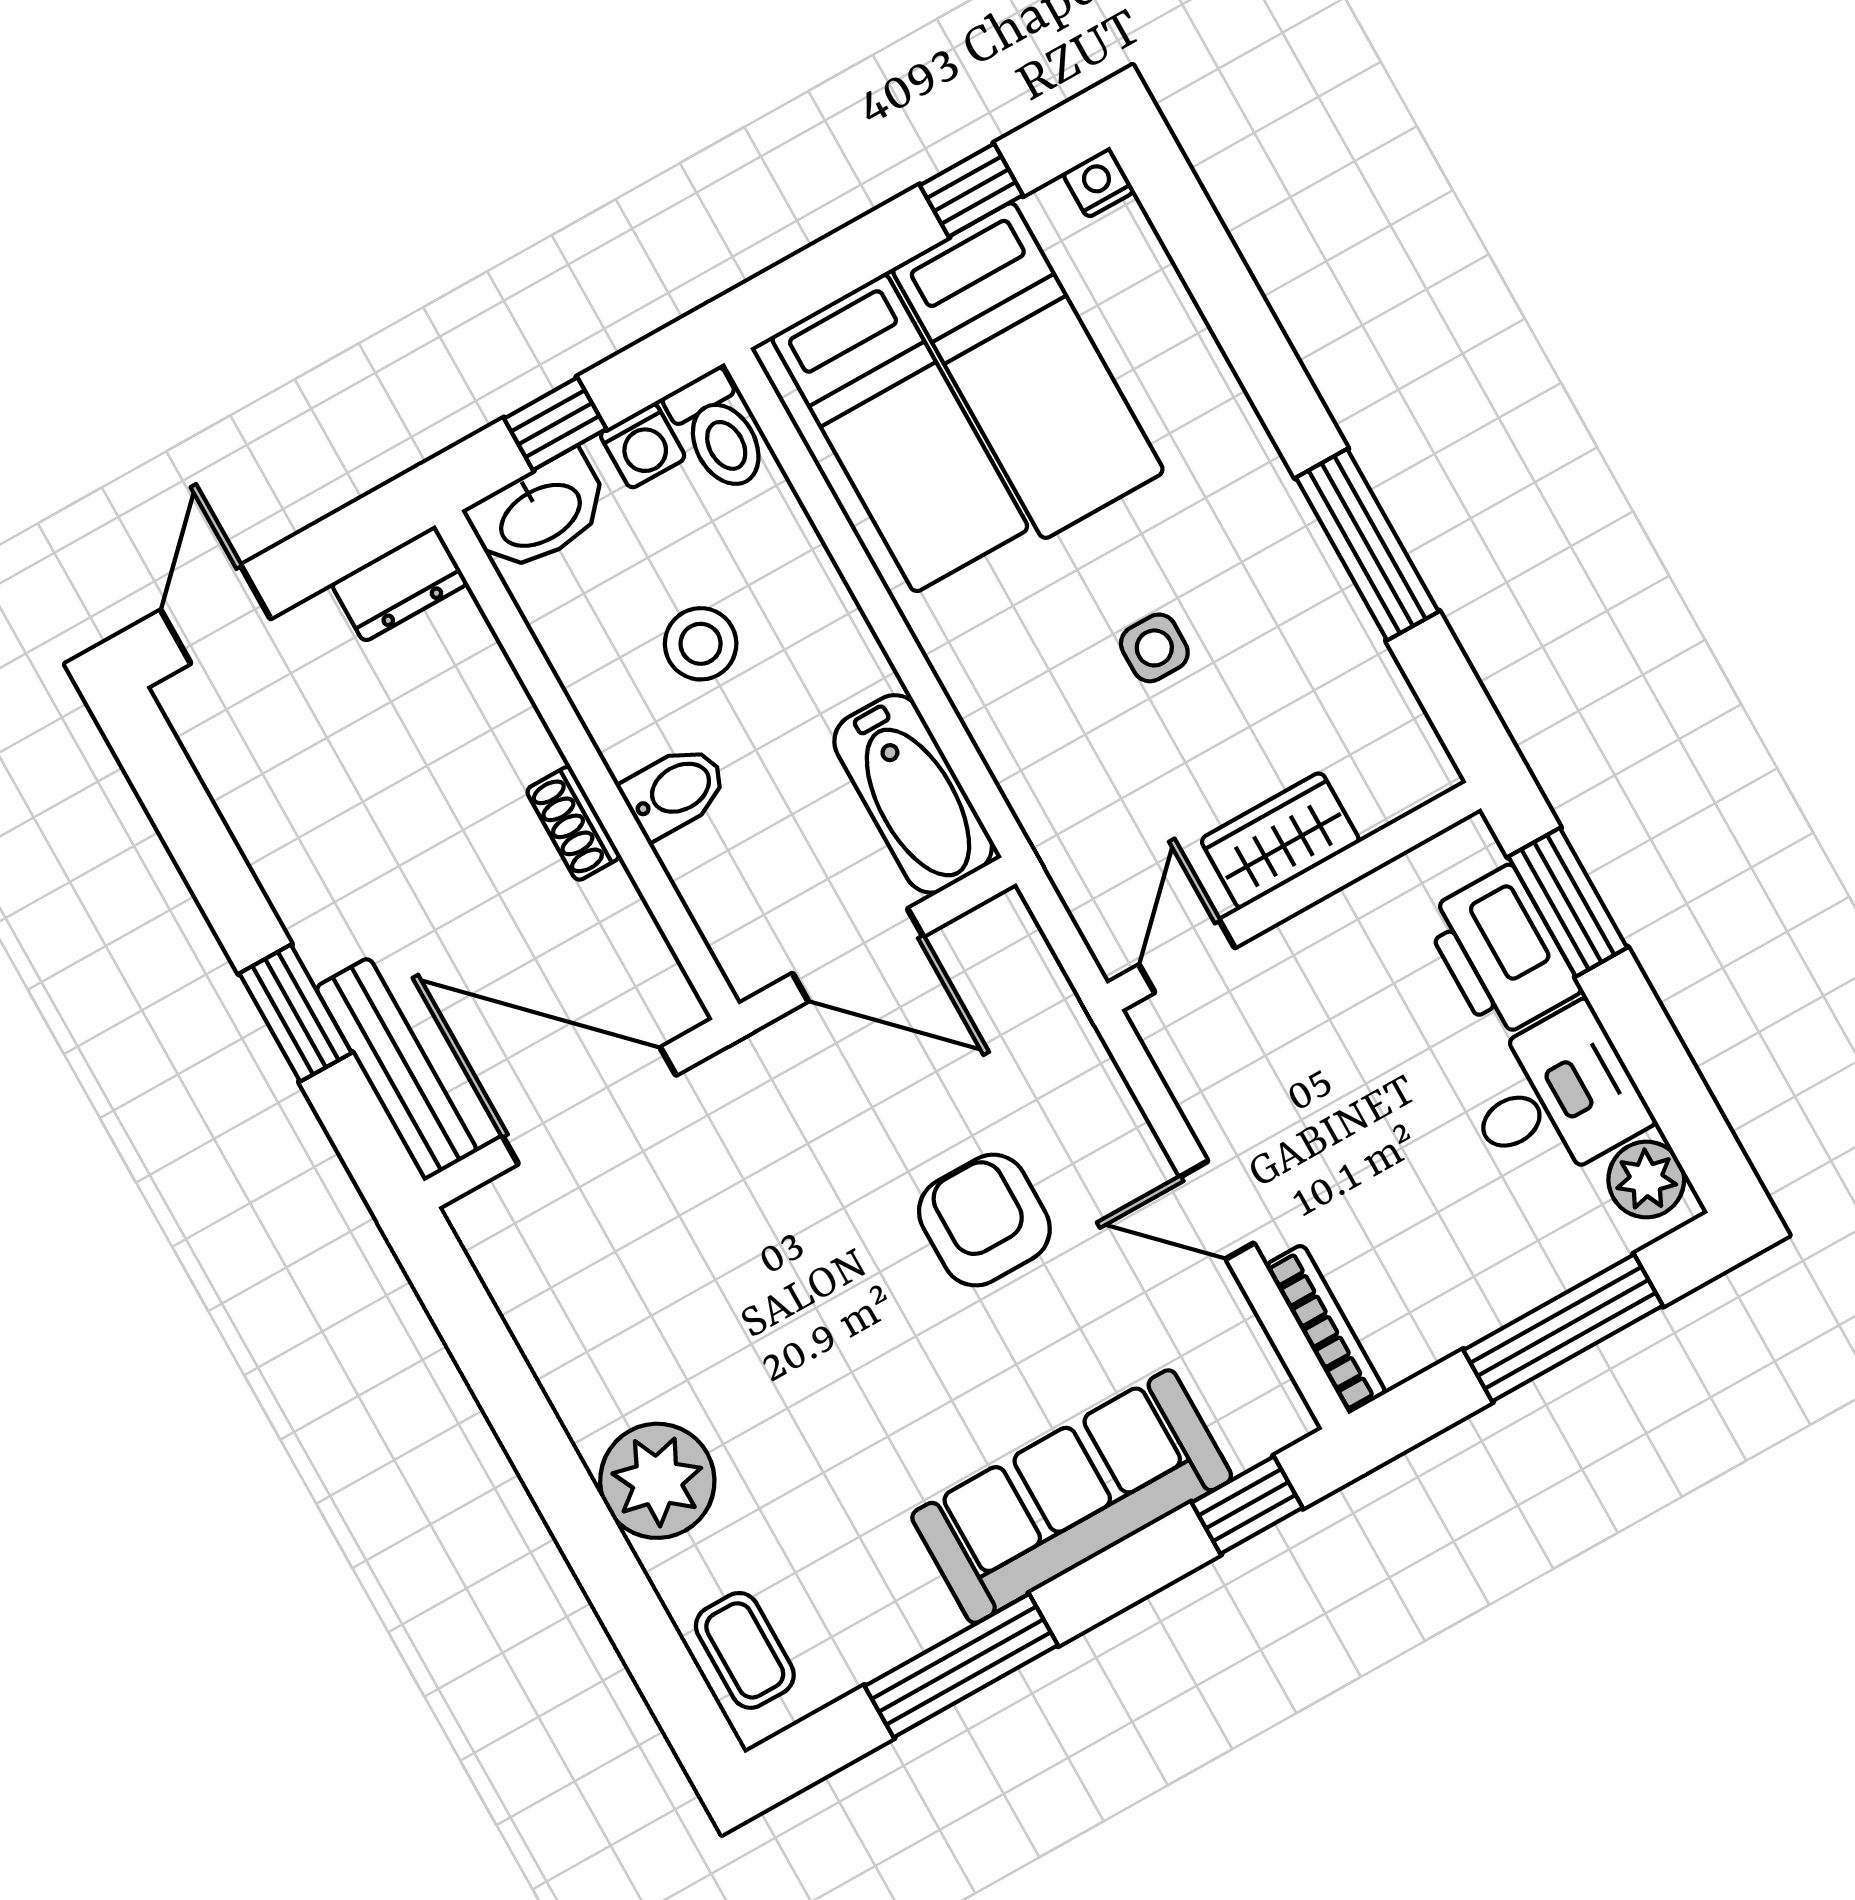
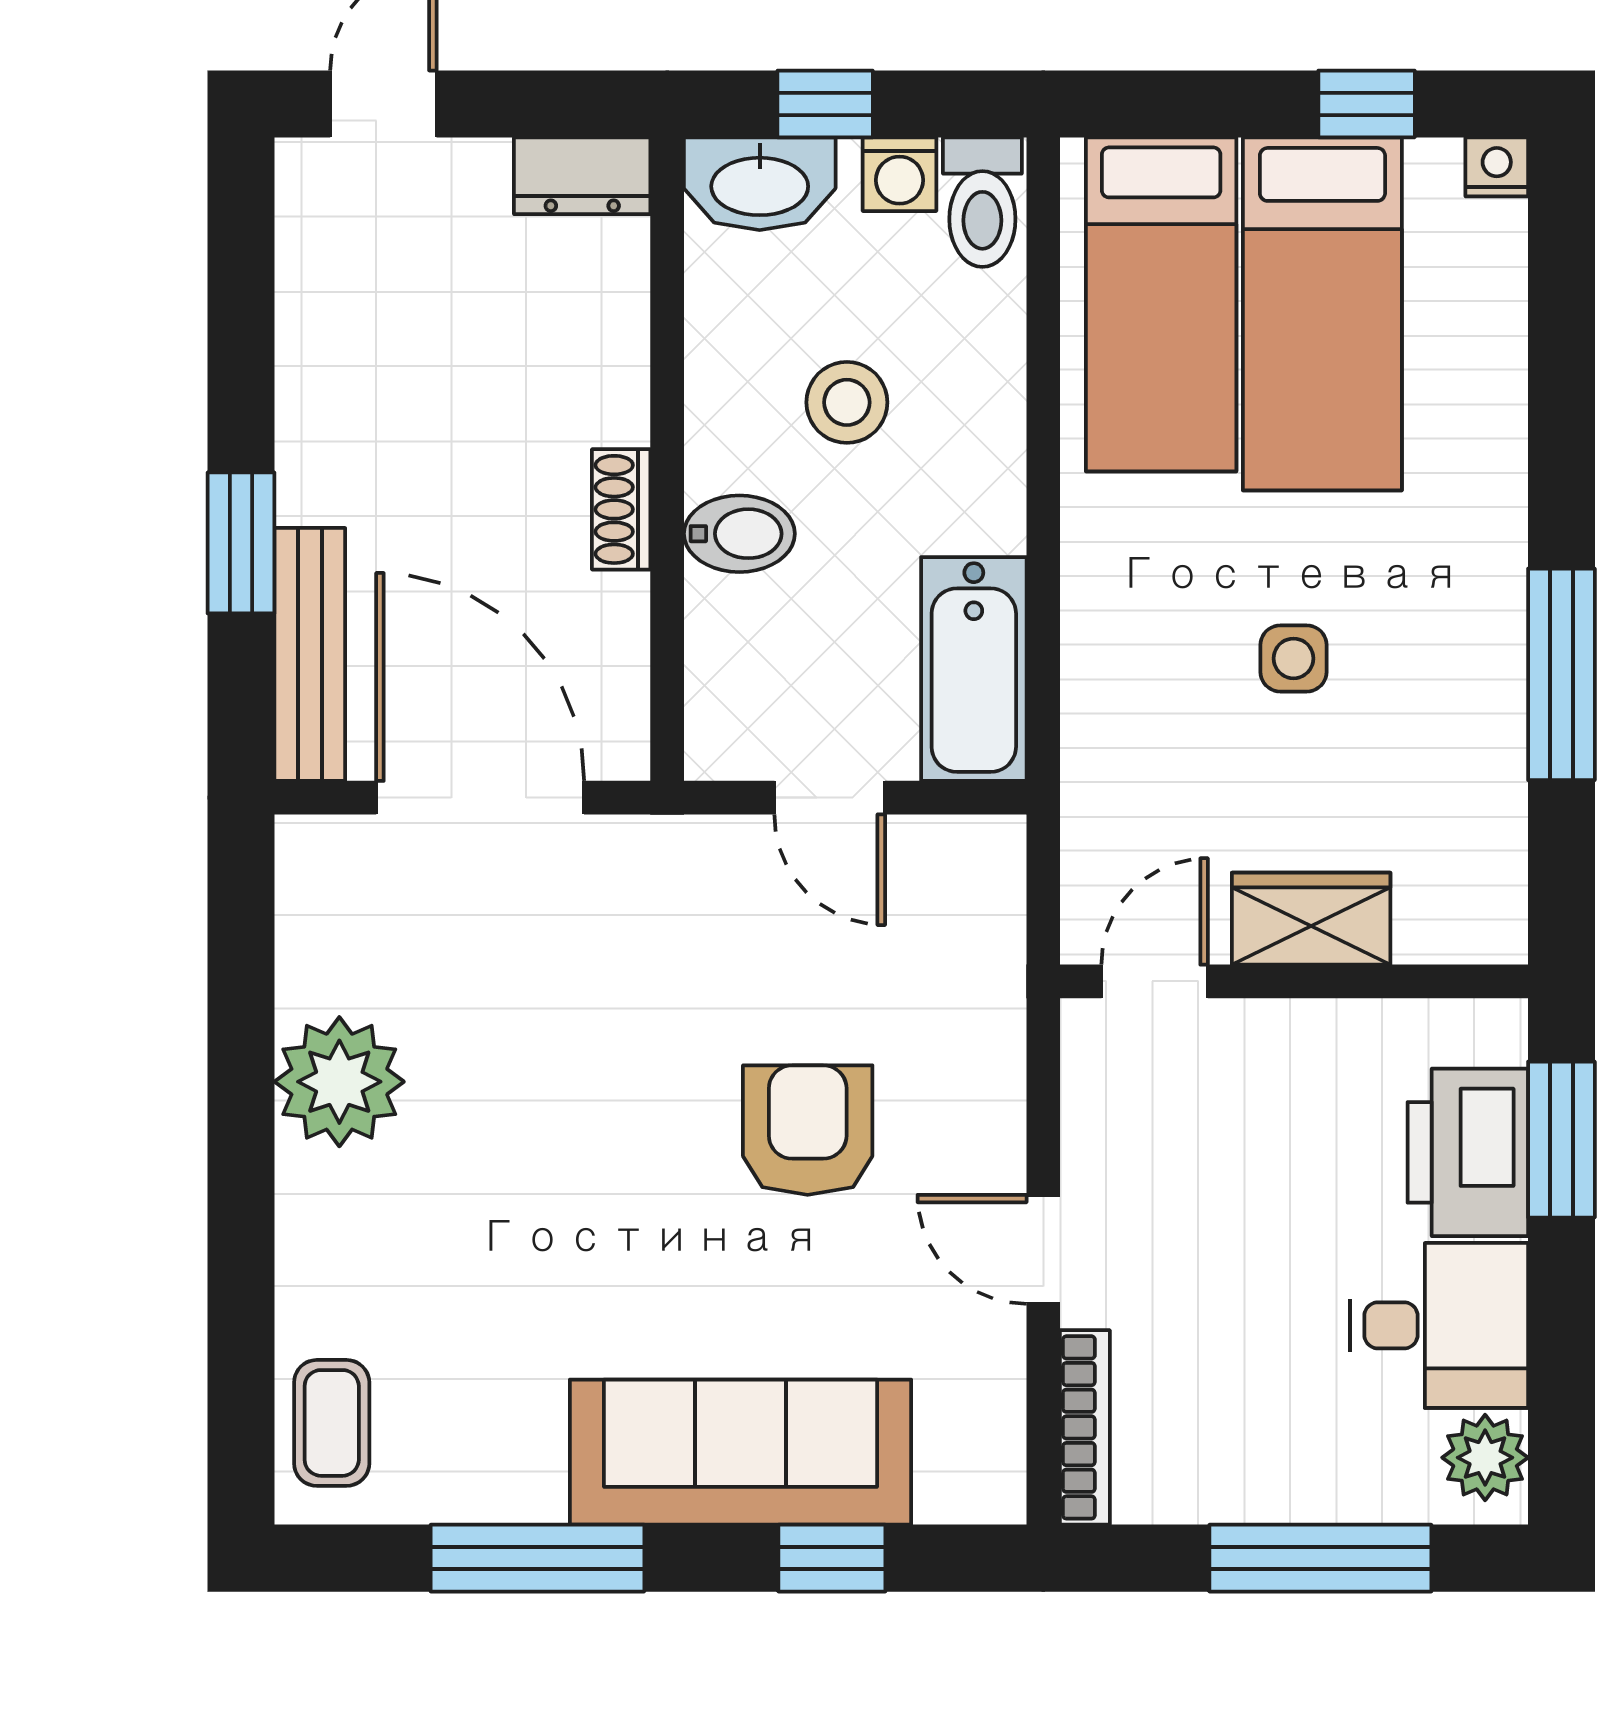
door: (858, 955) -> (830, 798), width x0.73
plant: (657, 1481) -> (339, 1082), moved
window: (1247, 1505) -> (832, 1558), moved

